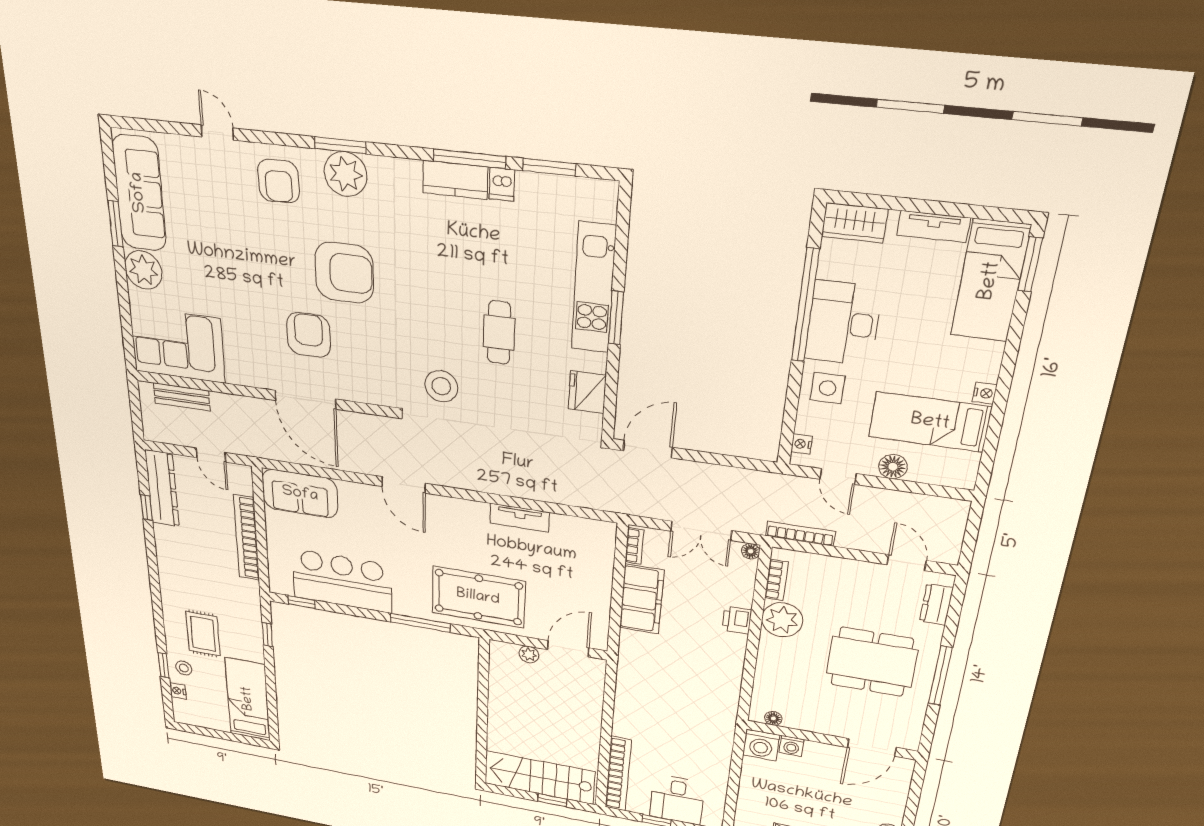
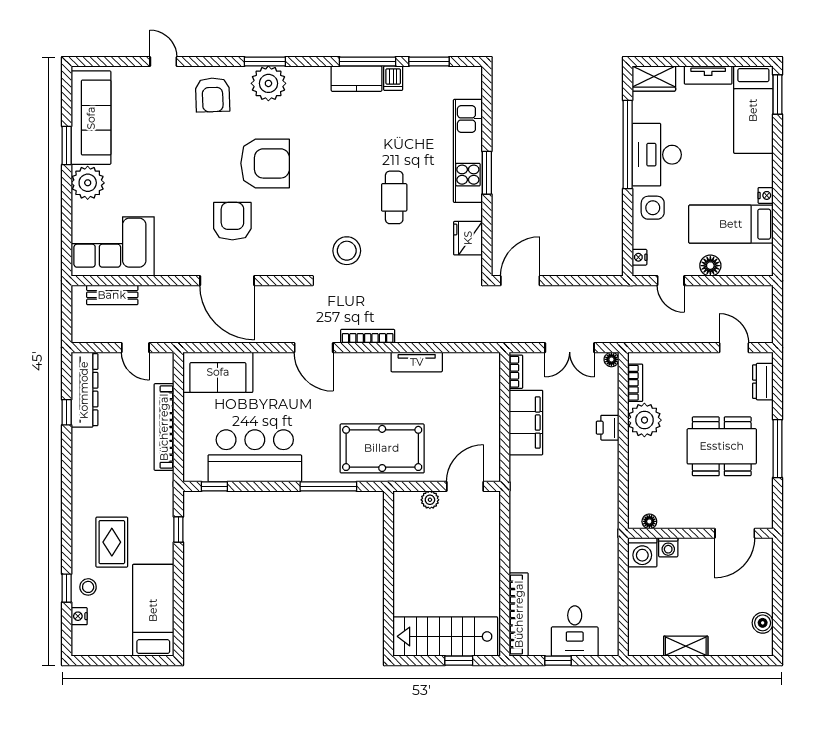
bookcase: (800, 534) -> (368, 336), moved

